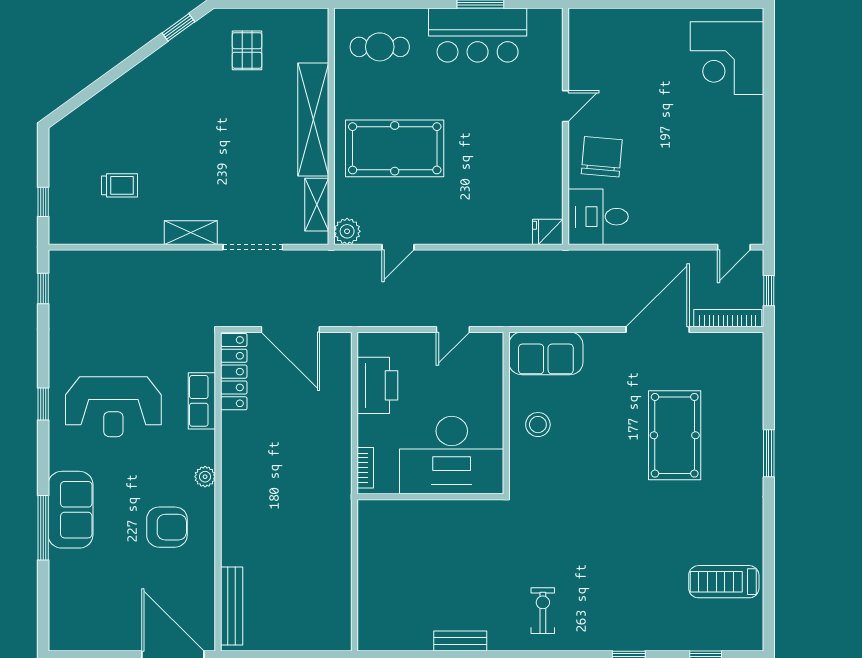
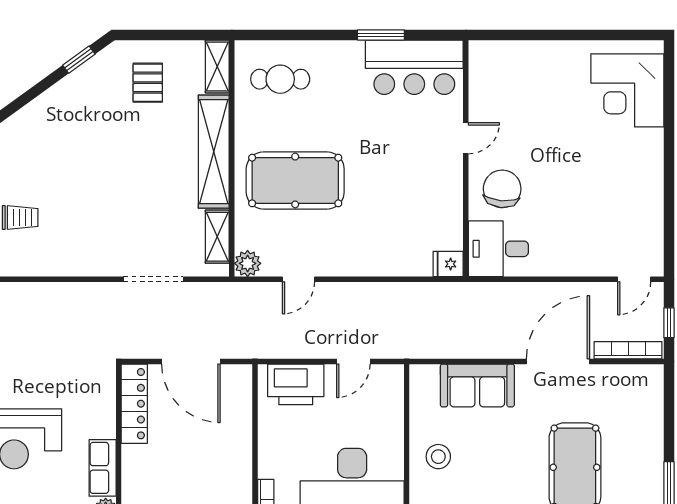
bar counter: (478, 35) -> (414, 67), moved
shelving: (191, 233) -> (217, 67), moved, turned 90
sofa: (546, 353) -> (477, 385), moved
printer: (377, 385) -> (296, 384), moved, turned 90
row of seats: (202, 401) -> (103, 468), moved

